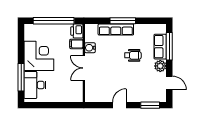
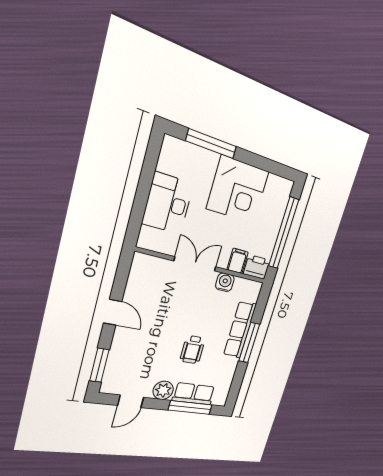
desk: (35, 85) -> (168, 204), moved, turned -90

